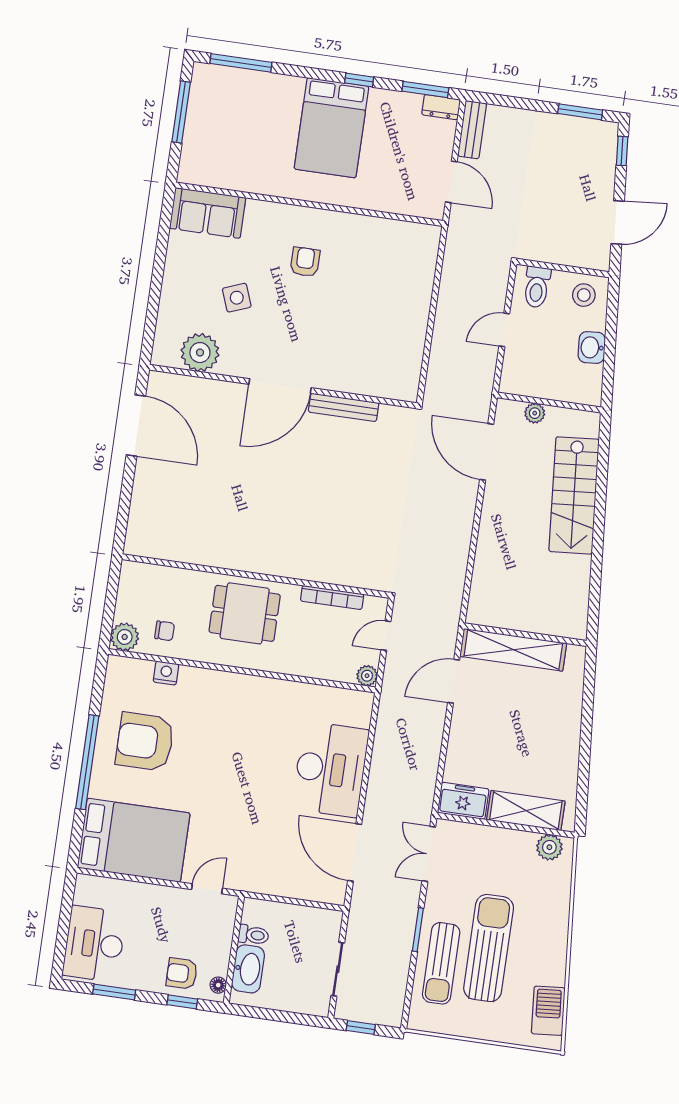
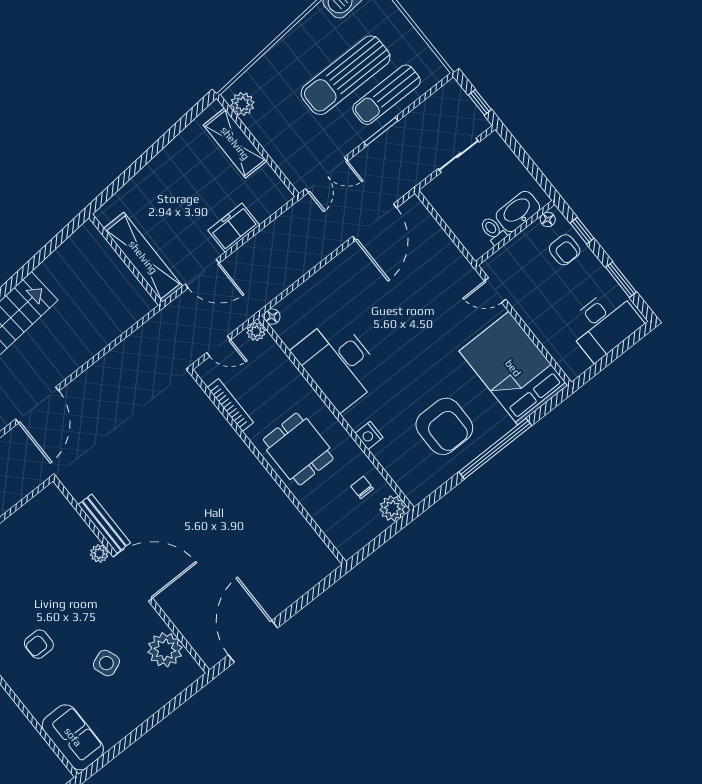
plant: (325, 380) -> (99, 553), added
nightstand: (166, 673) -> (369, 435), moved
floor lamp: (365, 700) -> (272, 317), added
desk: (330, 769) -> (338, 363), moved, turned -90
freezer: (463, 801) -> (234, 228), moved, turned 90
sun lounger: (441, 963) -> (386, 95), turned 180

